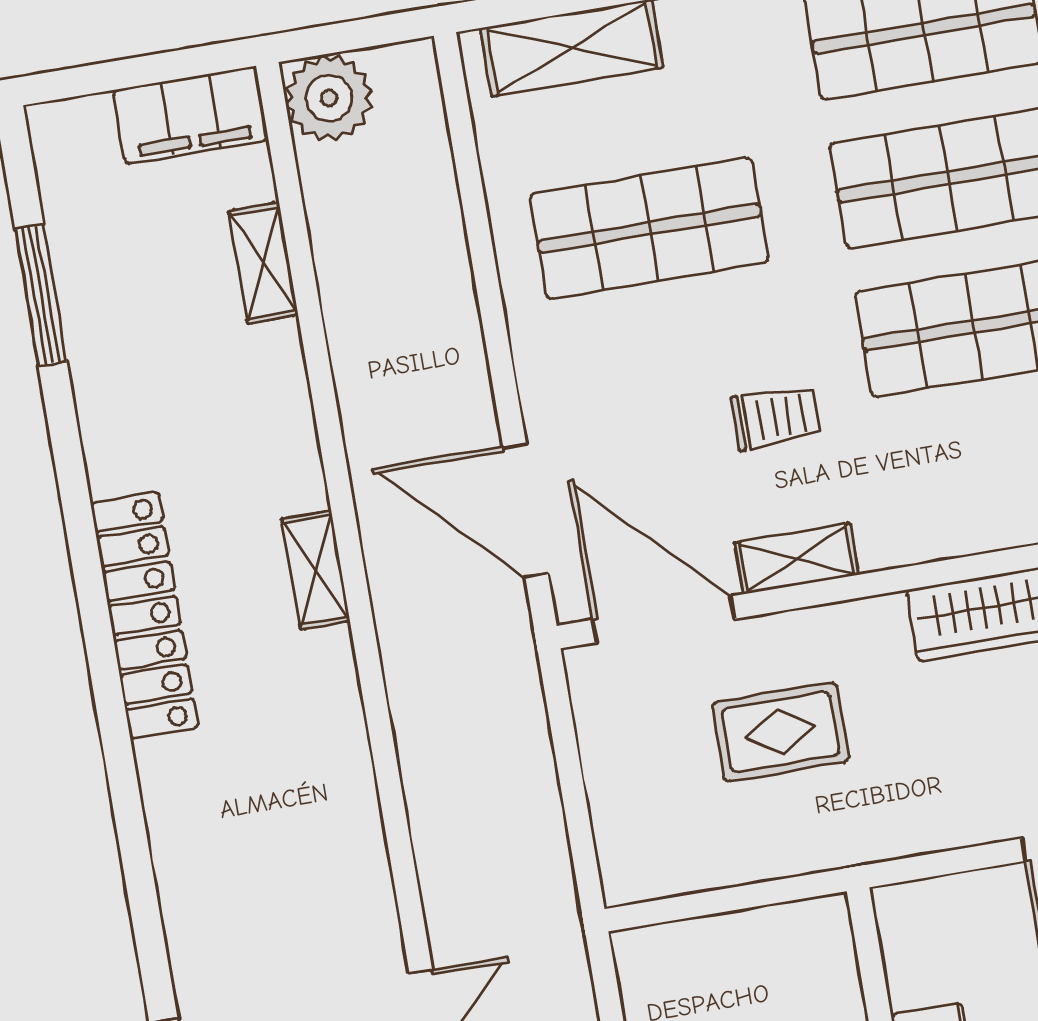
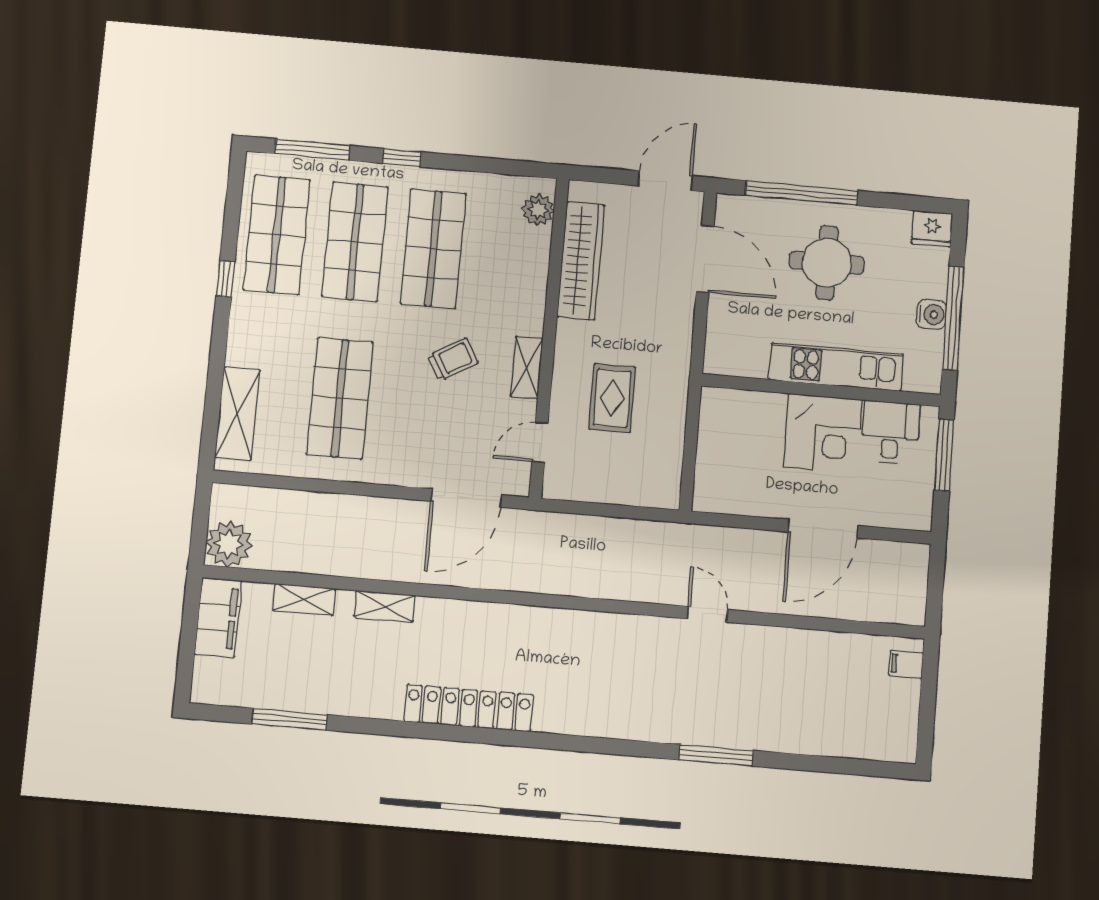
trolley: (776, 417) -> (453, 359), turned 60
shelving: (316, 570) -> (385, 606), moved
door: (664, 619) -> (540, 442), width x0.53

